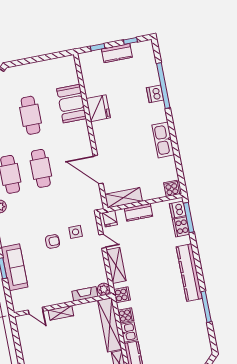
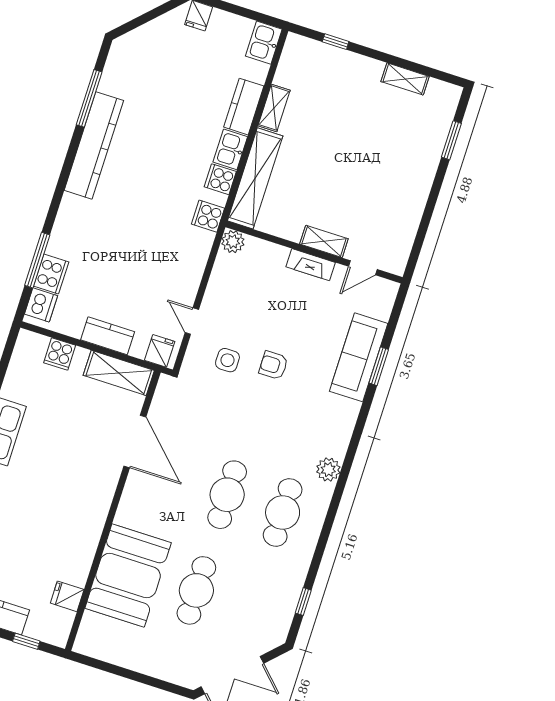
booth: (72, 104) -> (128, 576), width x1.36, depth x1.42
fridge: (98, 108) -> (67, 596), moved, width x0.53, depth x0.75
cooker: (172, 188) -> (60, 354), moved
window: (189, 218) -> (37, 260), moved
shelving: (116, 265) -> (192, 269), removed
kitchen counter: (189, 273) -> (94, 145), moved
fireplace: (85, 294) -> (311, 265), moved
window: (206, 307) -> (89, 98), moved
door: (36, 311) -> (363, 268), swing flipped

